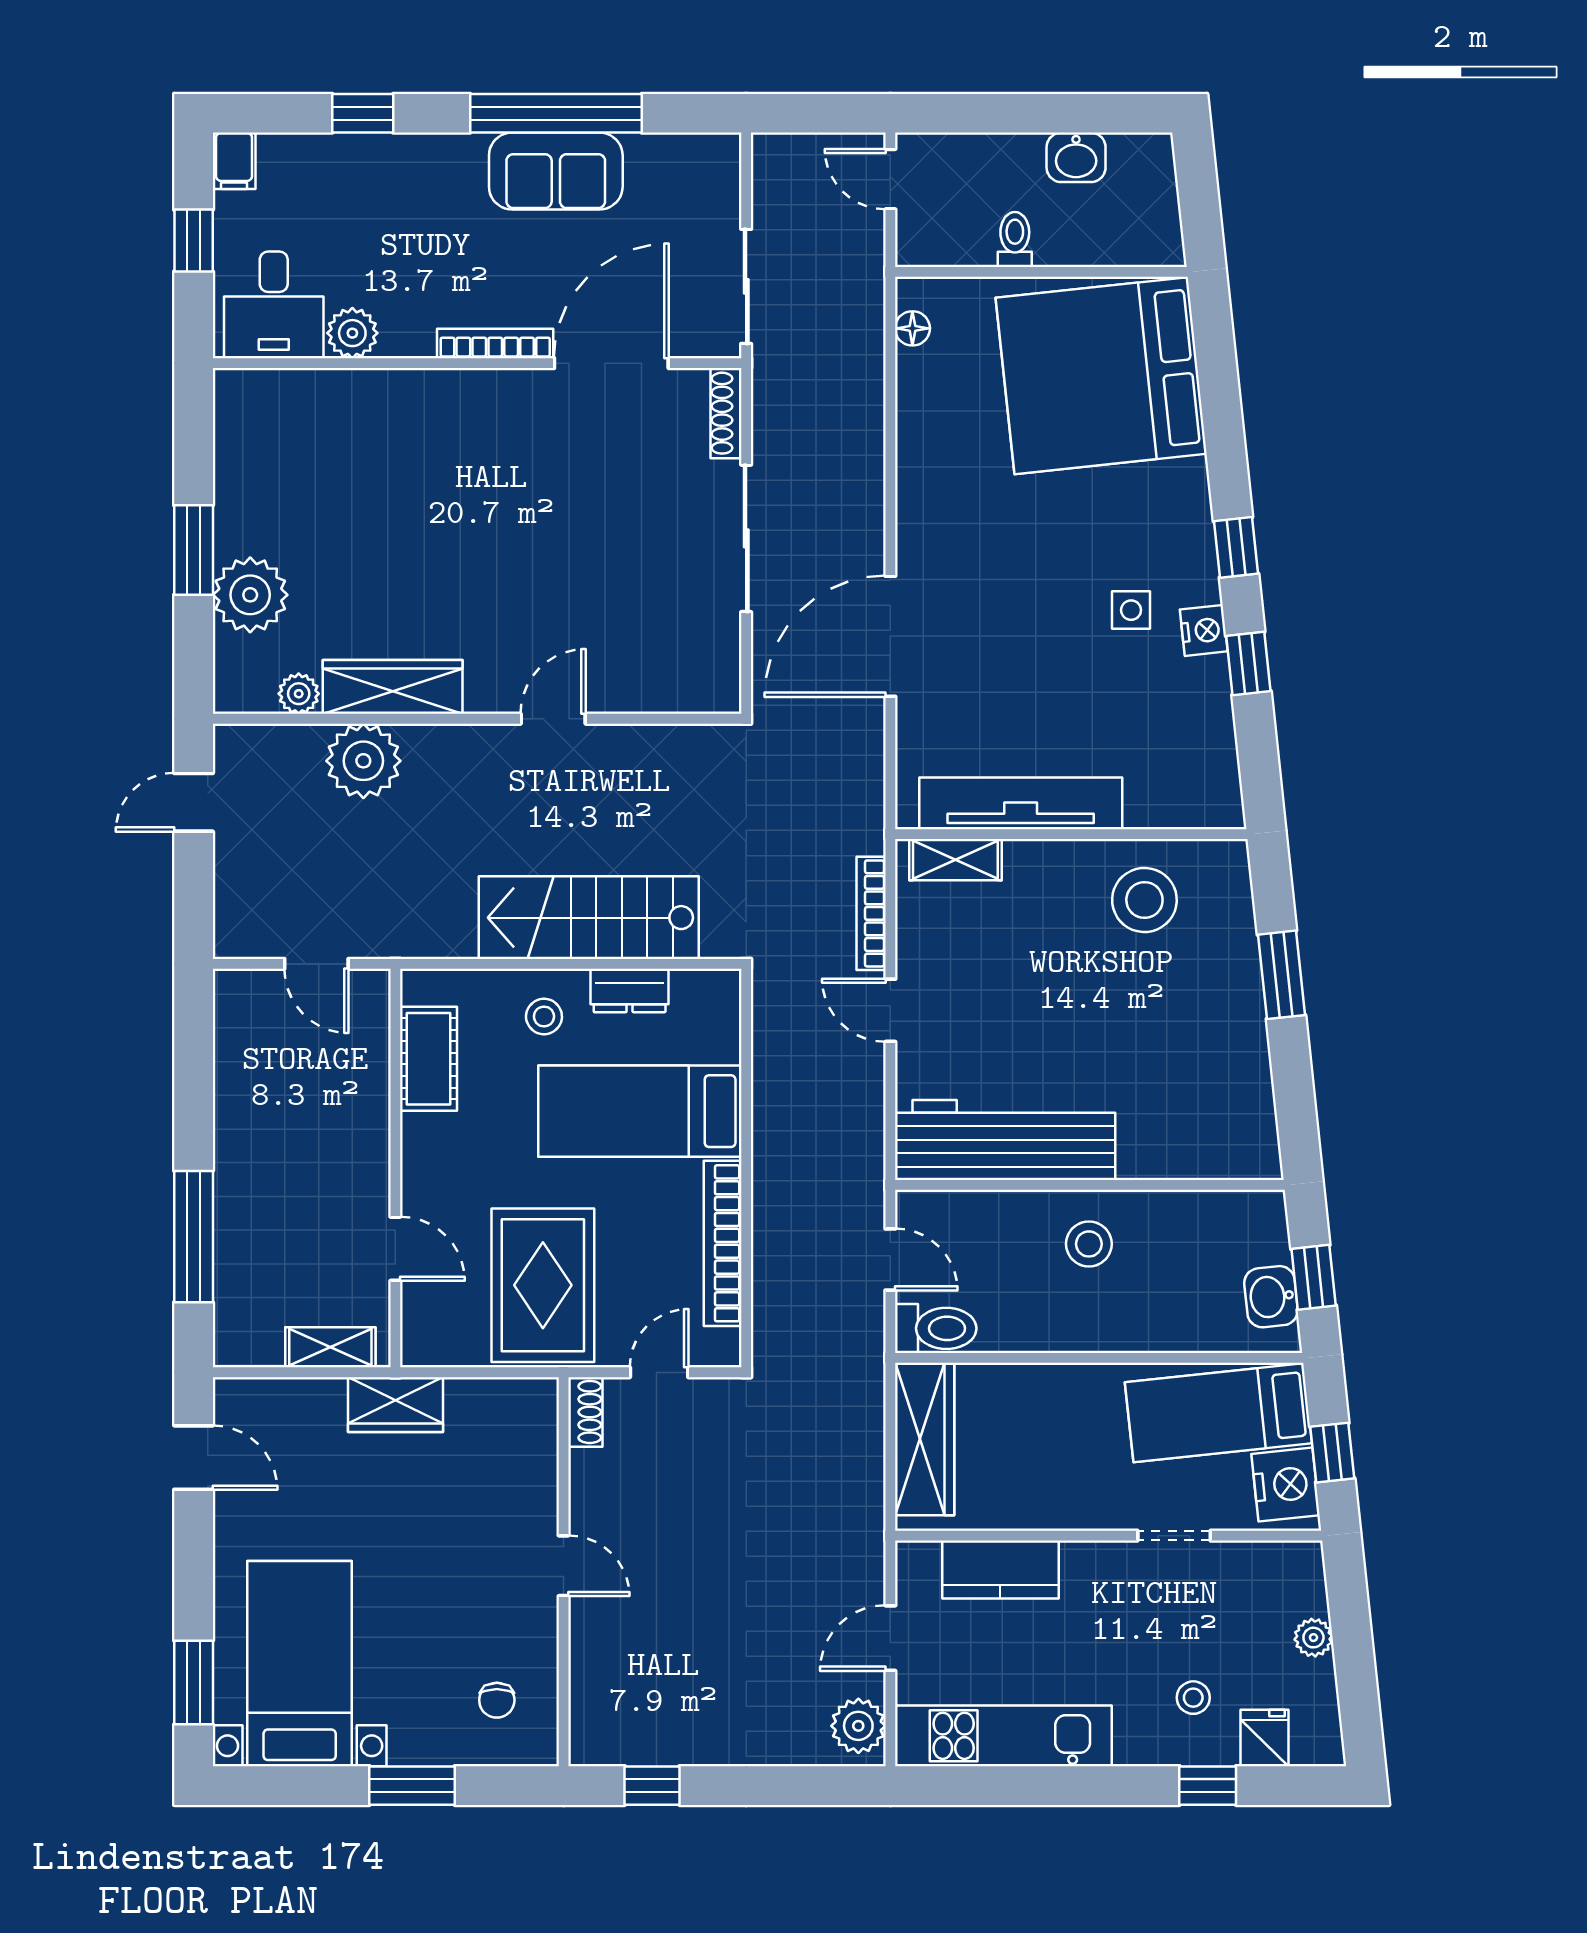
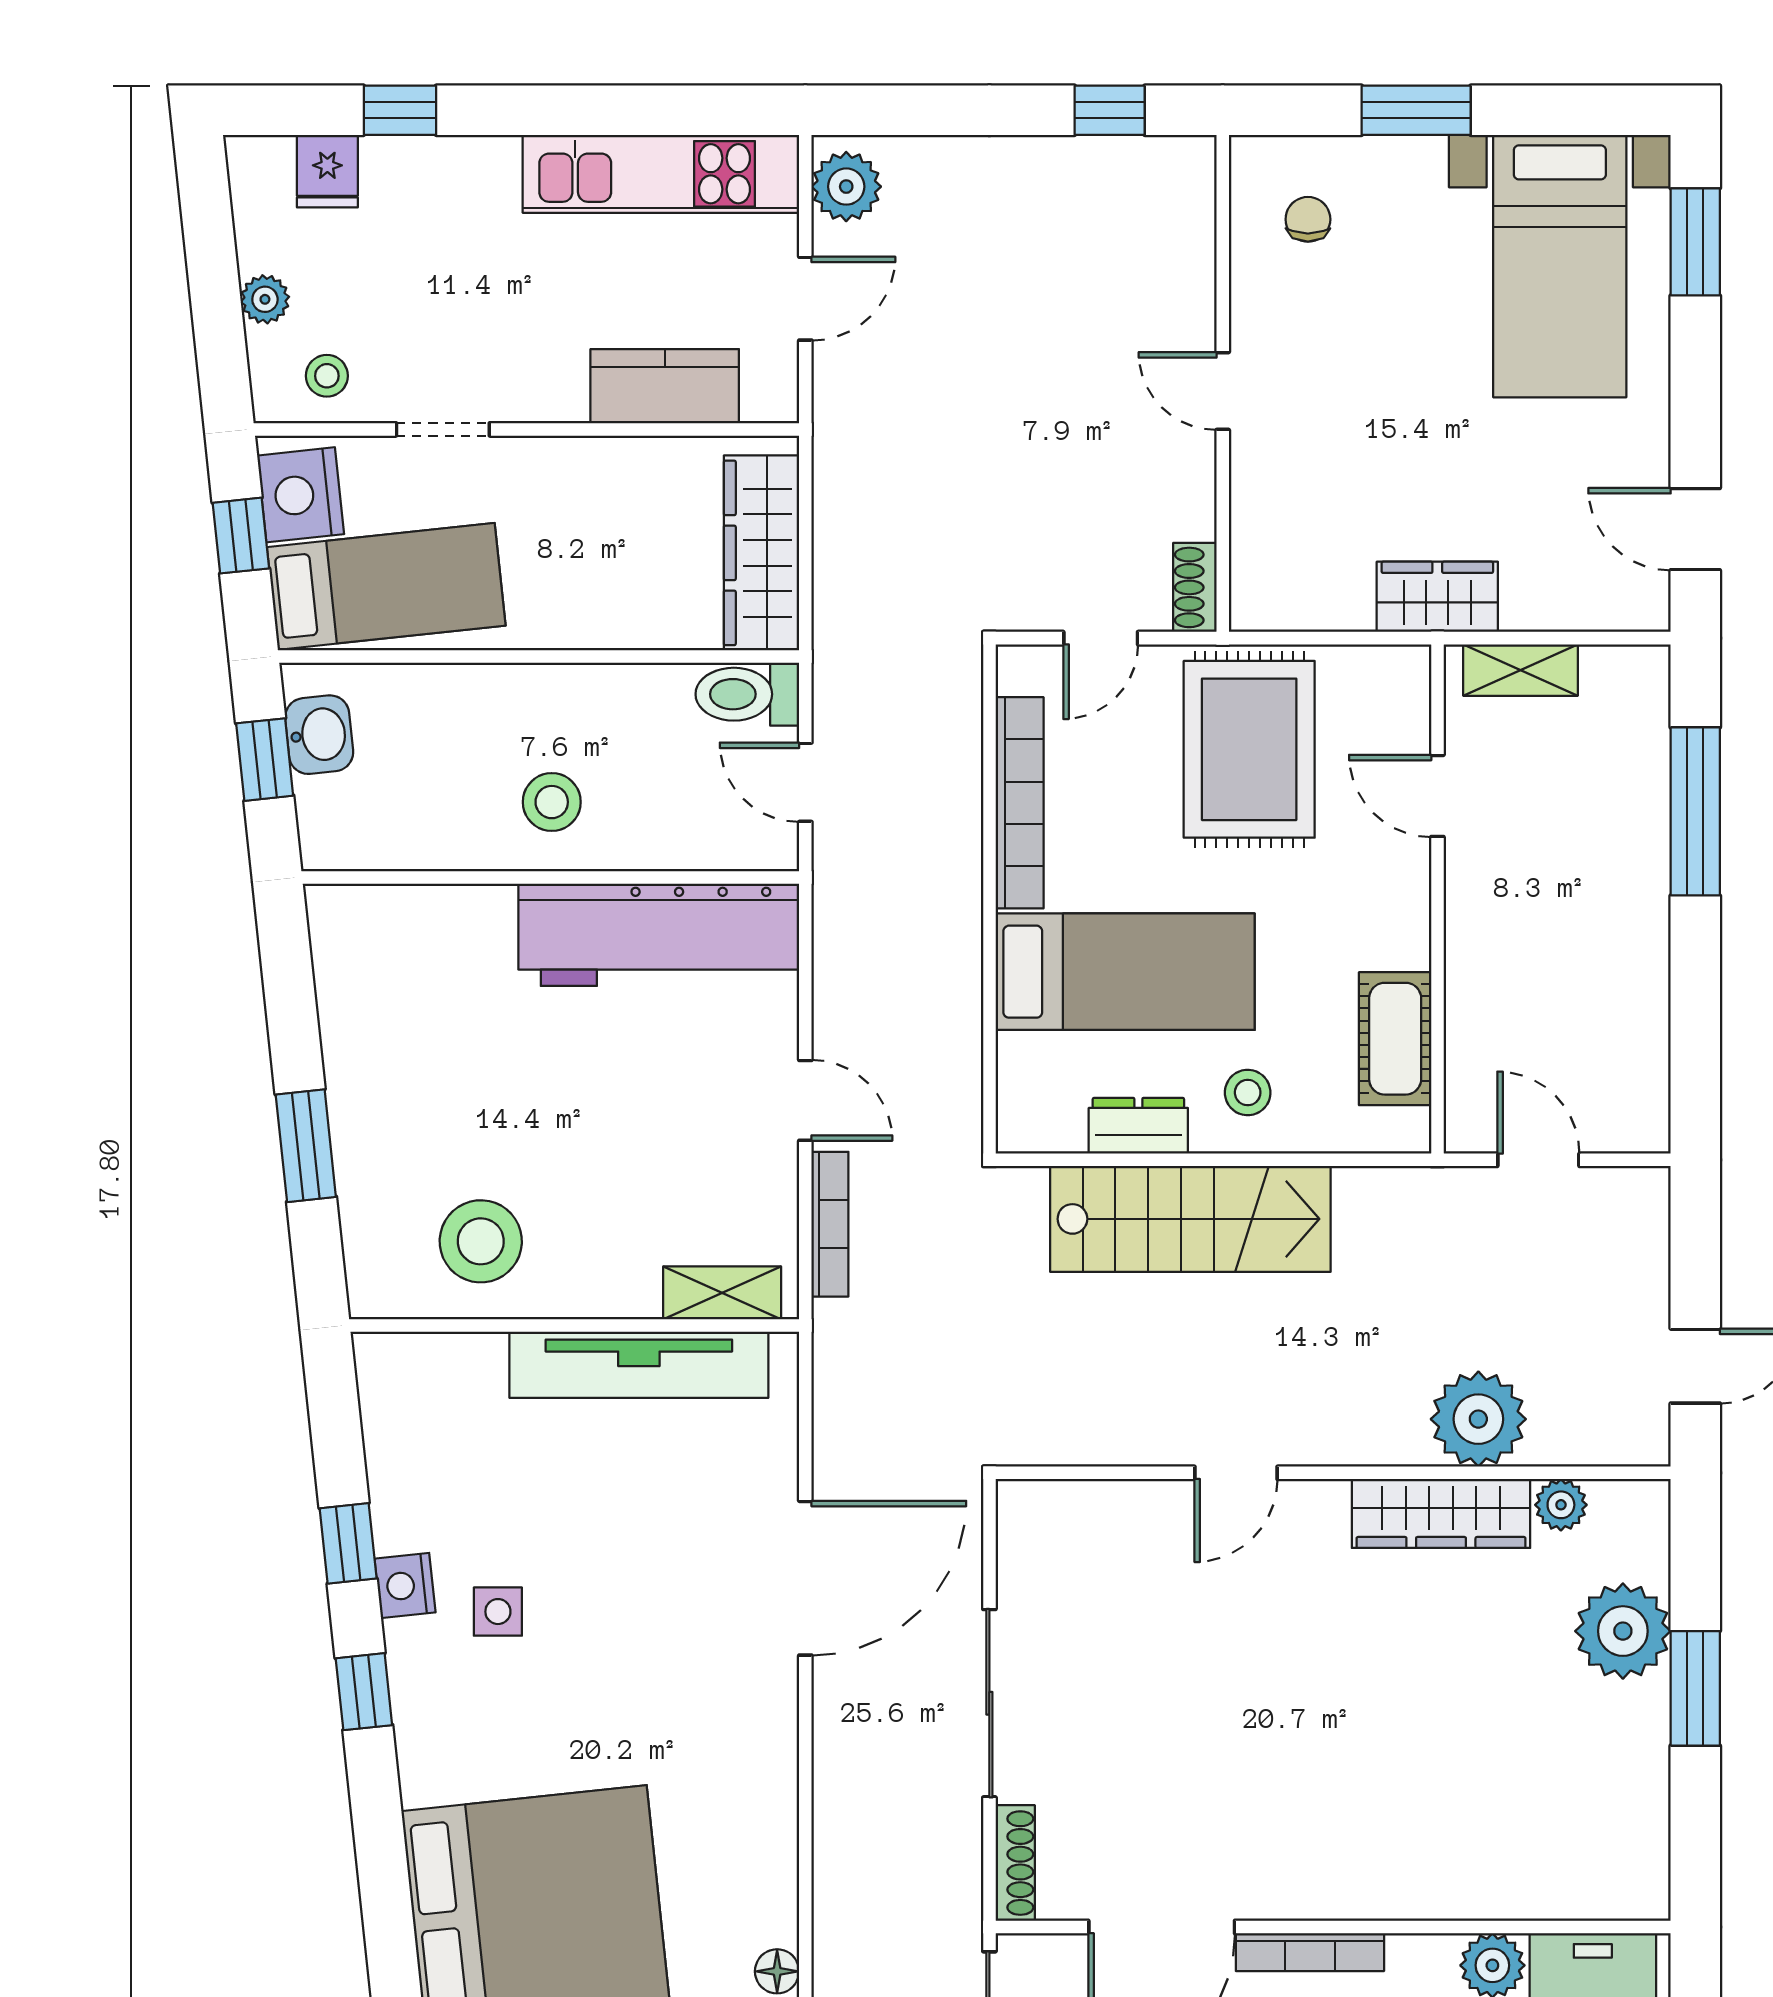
stool: (1193, 1698) -> (327, 376), moved

